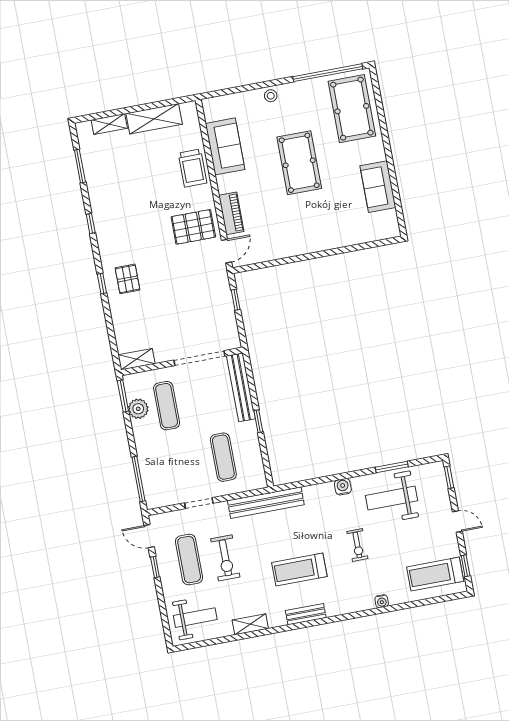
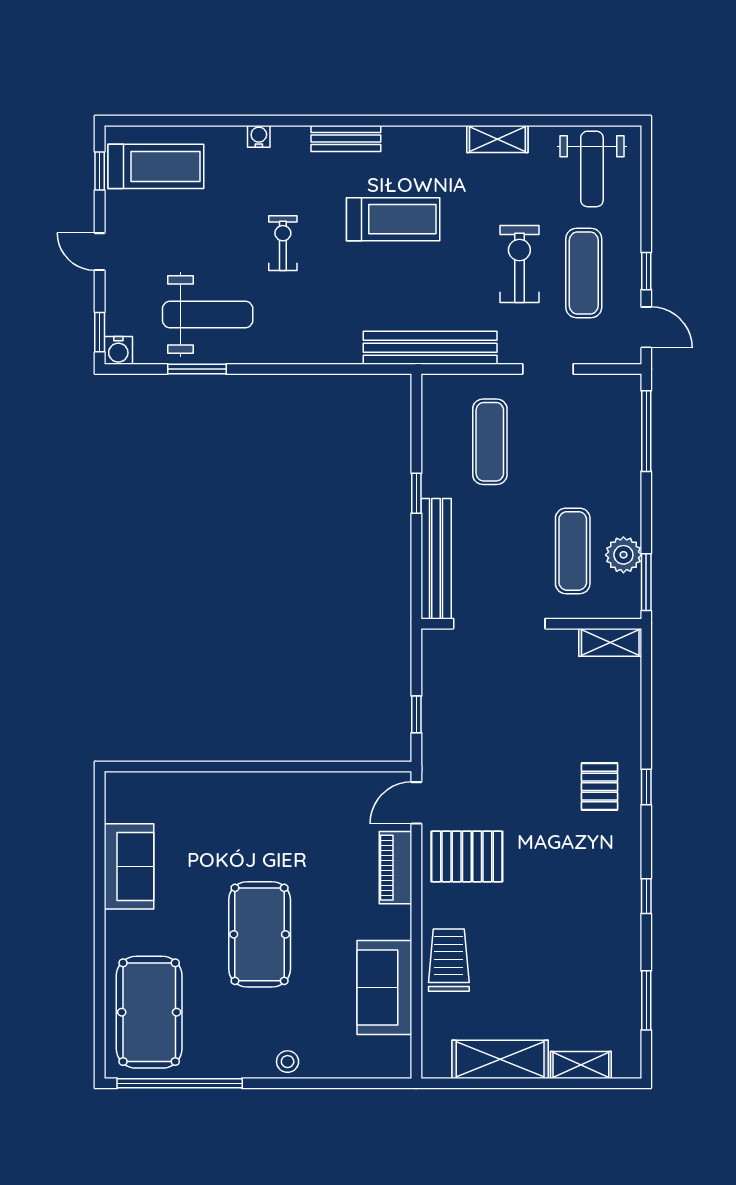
water cooler: (343, 487) -> (118, 350), moved
bench: (306, 614) -> (346, 139), moved
weight bench: (195, 618) -> (592, 169), turned -90

